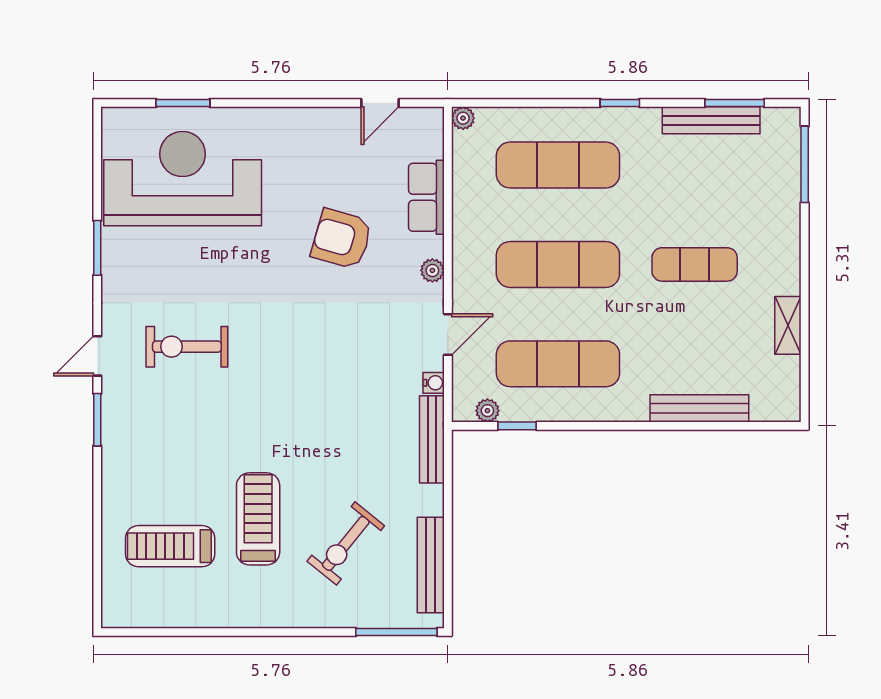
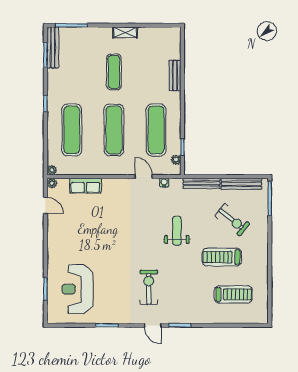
bench: (711, 120) -> (53, 47), moved
reception desk: (183, 179) -> (78, 289), width x0.74, depth x0.77
armchair: (342, 239) -> (103, 222), removed
plant: (432, 270) -> (52, 183), moved
shelving: (788, 325) -> (125, 32), moved
exercise bike: (187, 347) -> (149, 287), turned 180
bench: (699, 408) -> (175, 75), width x0.73
weight bench: (320, 413) -> (177, 231), added
bench: (432, 439) -> (201, 183), moved
treadmill: (170, 546) -> (233, 294), turned -90

